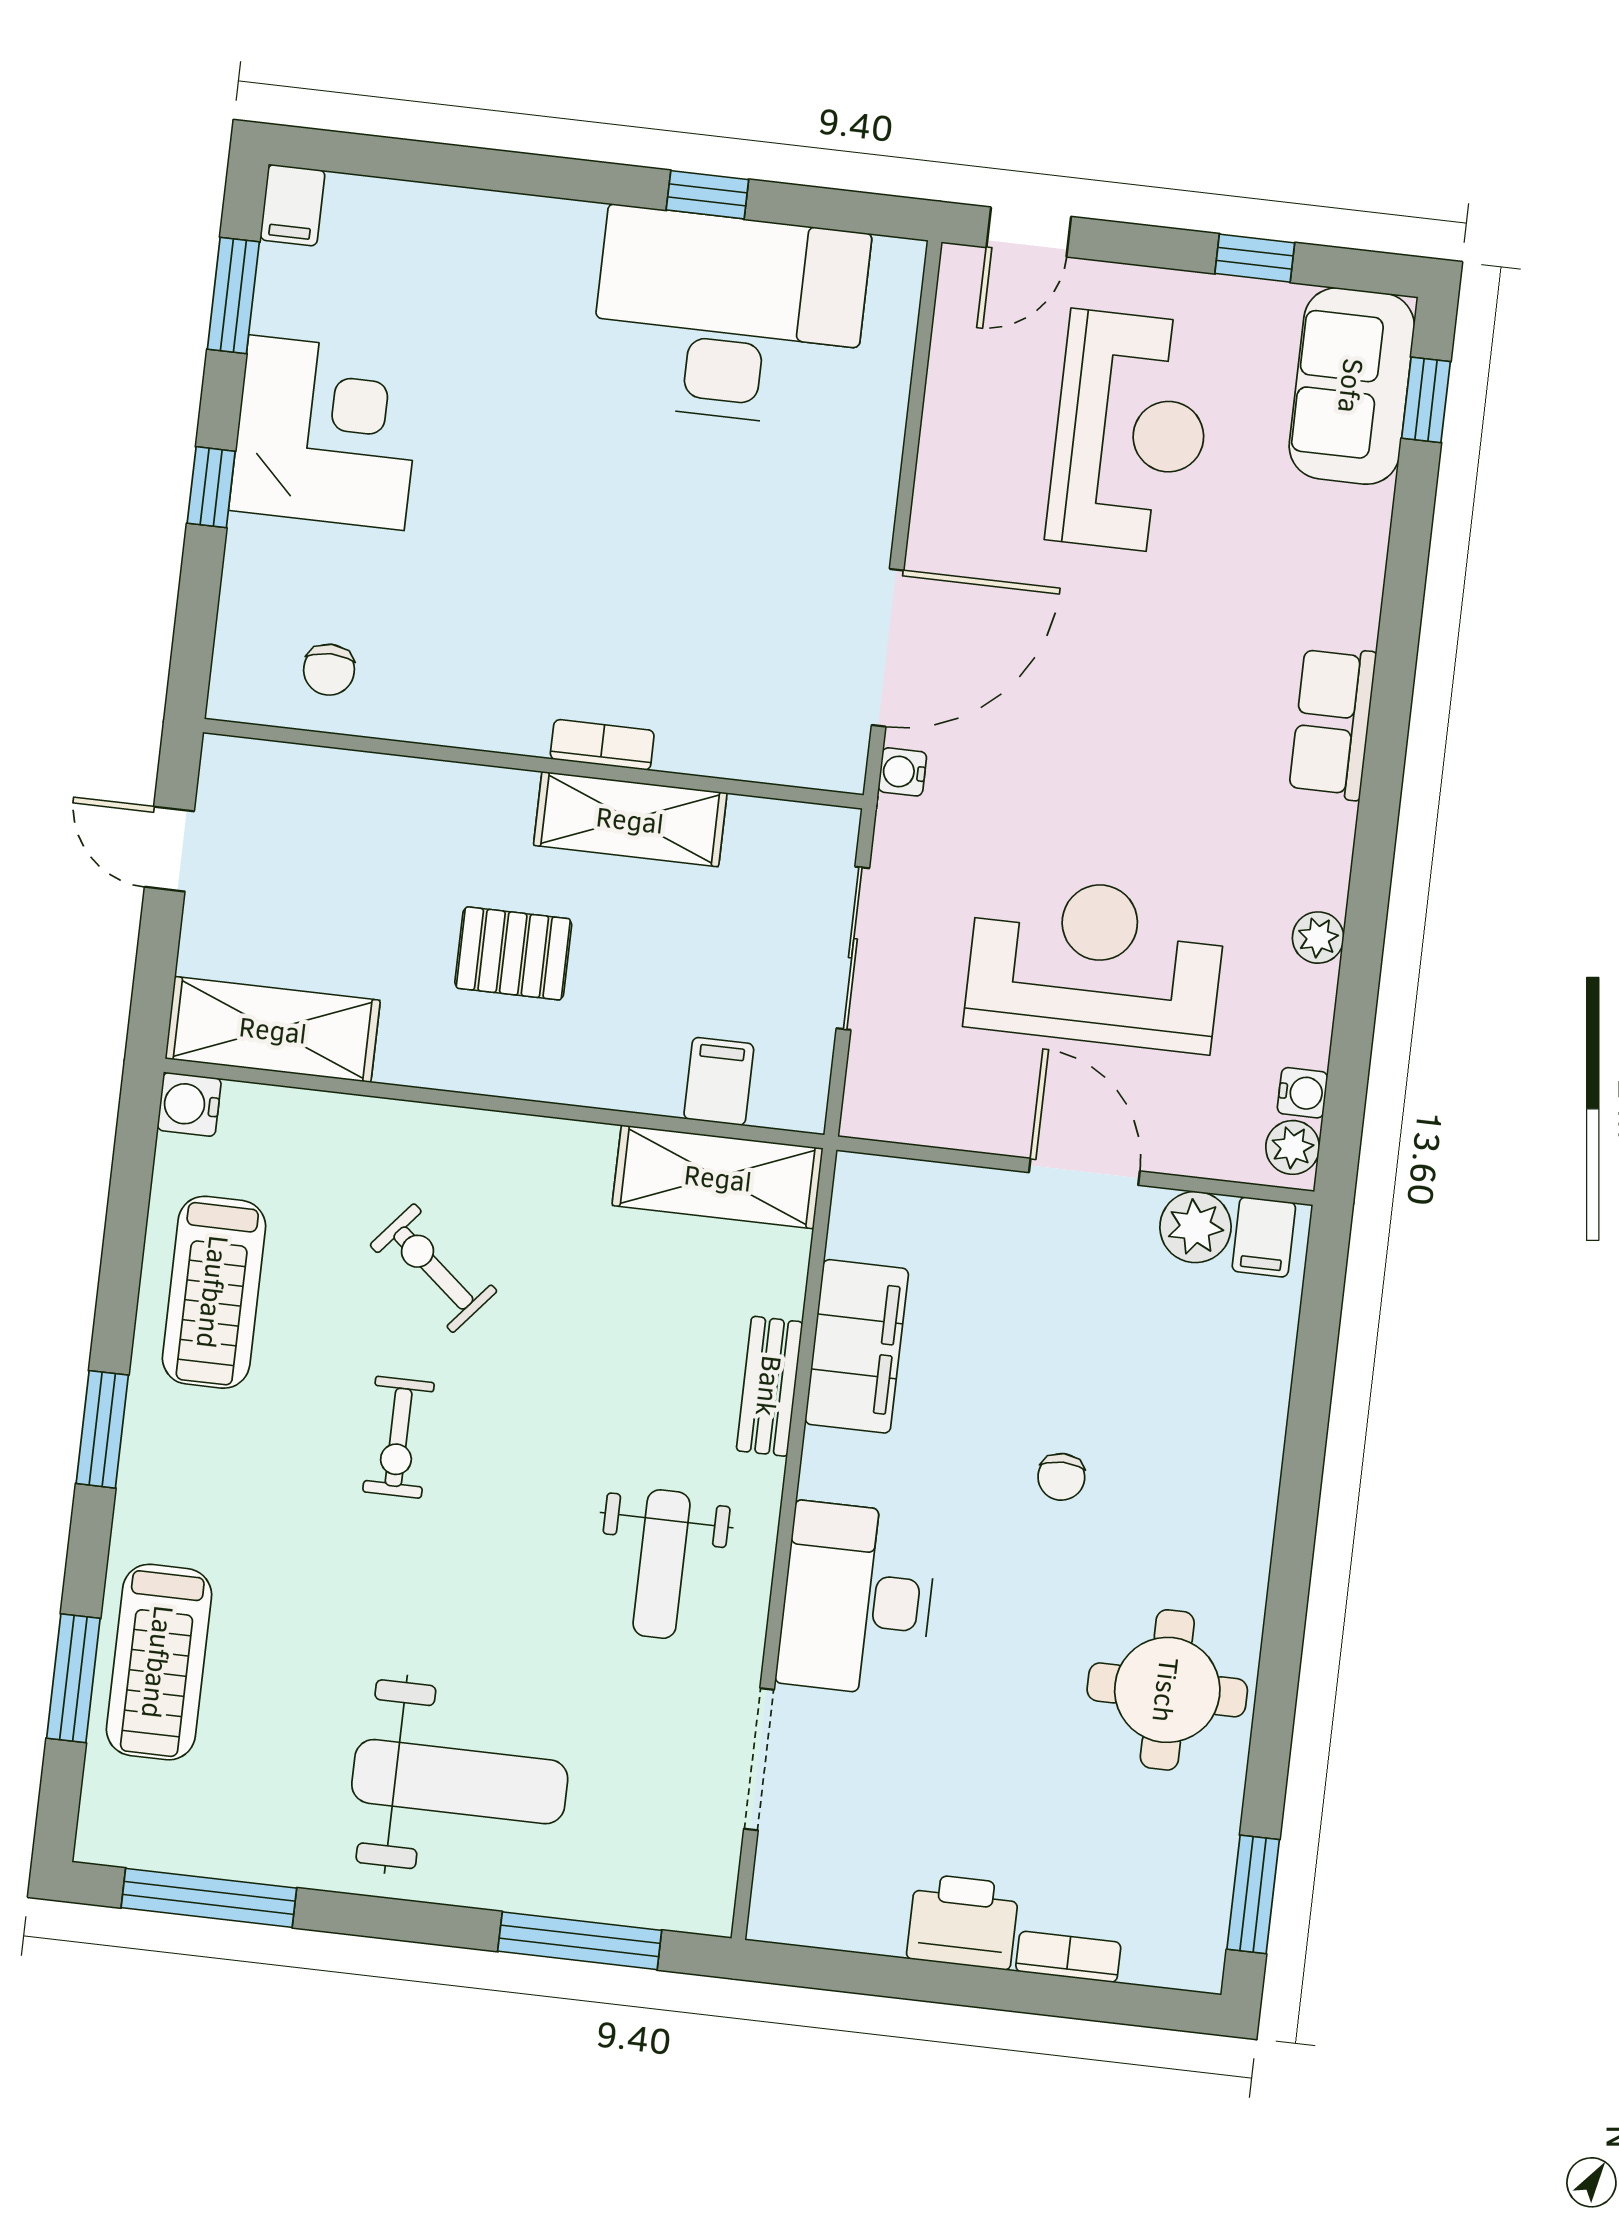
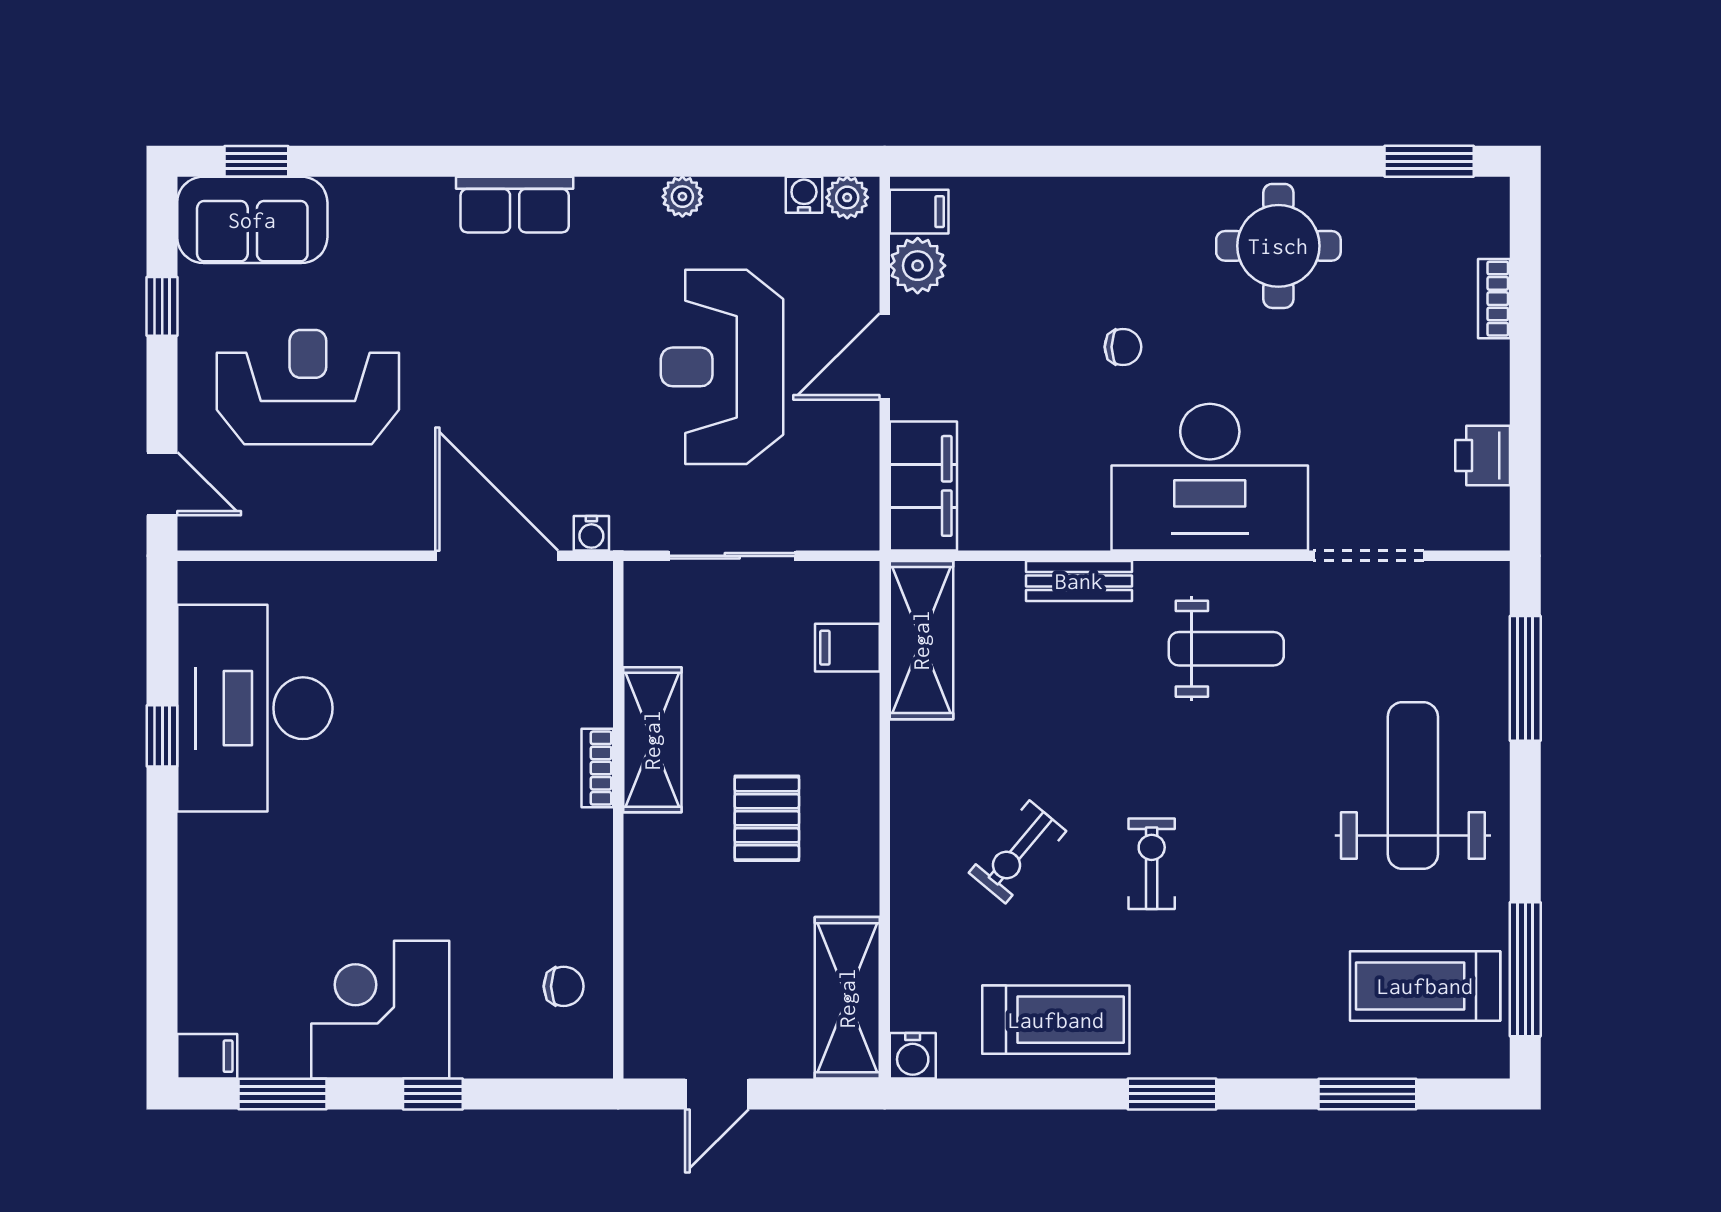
filing cabinet: (857, 1346) -> (923, 486), moved, turned 90
exercise bike: (399, 1437) -> (1152, 864), turned -90
desk: (857, 1599) -> (1210, 477), width x1.36, depth x1.30
treadmill: (159, 1662) -> (1425, 986), moved, turned 180
printer: (963, 1922) -> (1483, 455), moved, width x0.73, depth x0.81

